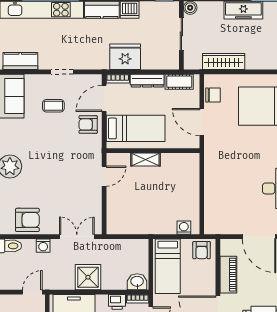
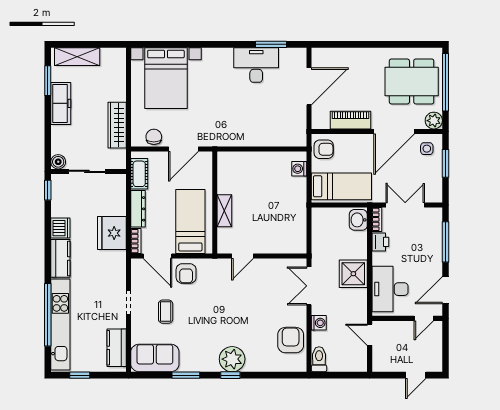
door: (104, 176) -> (243, 256), swing flipped

